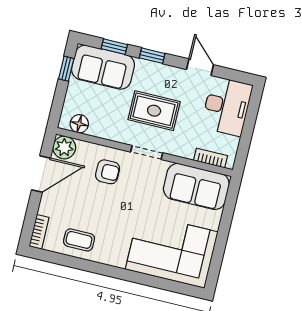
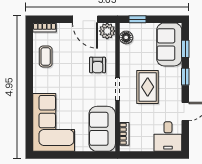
window: (66, 69) -> (137, 19), moved
desk: (227, 106) -> (168, 137), width x0.73

